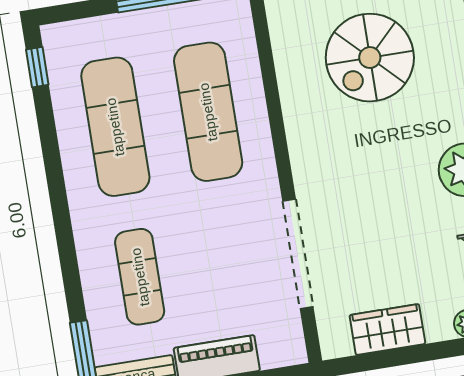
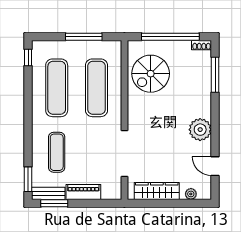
spiral stairs: (370, 58) -> (151, 74), moved
wardrobe: (387, 330) -> (157, 191), width x1.50

